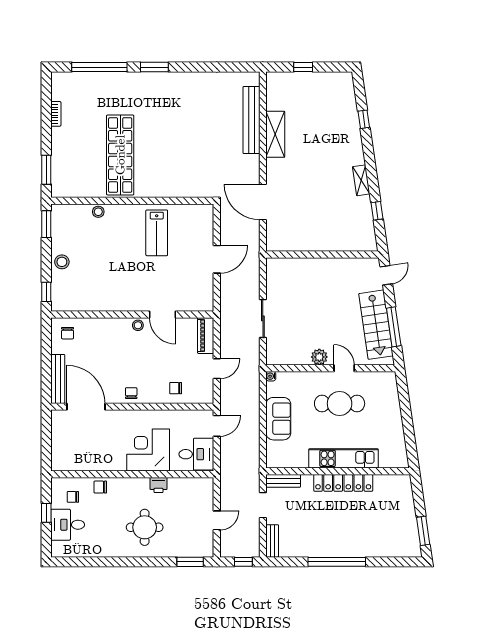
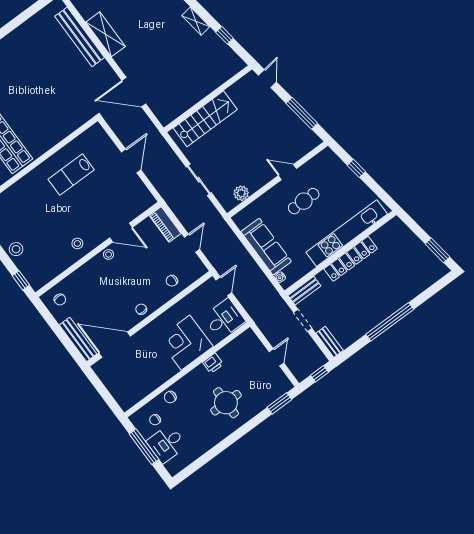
stool: (98, 212) -> (77, 243), moved
lab bench: (157, 233) -> (71, 174), turned 90
stairs: (376, 325) -> (205, 119), moved, turned -82
plant: (319, 357) -> (241, 193), moved
water cooler: (271, 376) -> (280, 277), moved
cafe table: (340, 404) -> (304, 201), width x0.73, depth x0.74
window: (406, 409) -> (356, 168), added
sofa: (278, 419) -> (266, 247), width x1.36
kitchen unit: (343, 458) -> (347, 233), width x1.36
window: (46, 513) -> (144, 447), width x2.17

